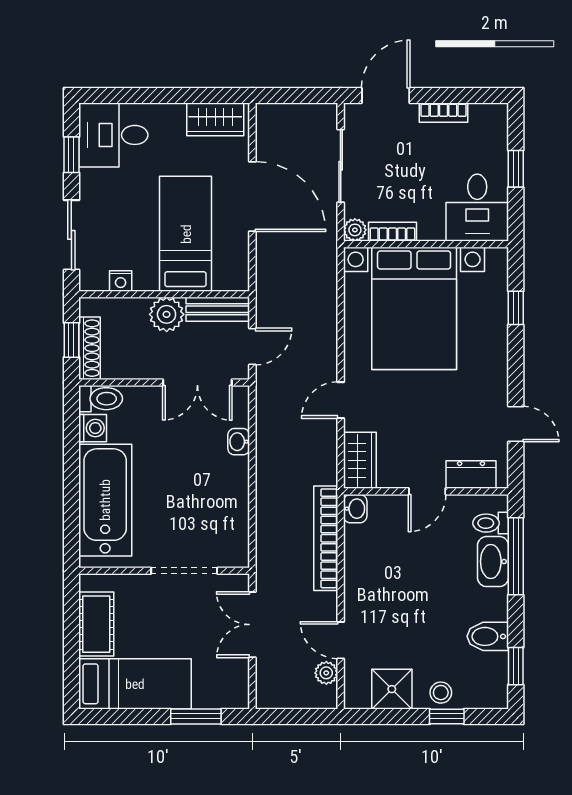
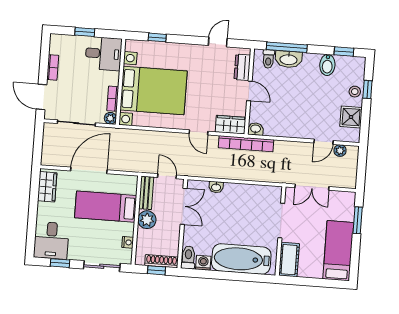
bookcase: (326, 538) -> (246, 144), moved
cot: (96, 624) -> (289, 260), moved, turned 90

